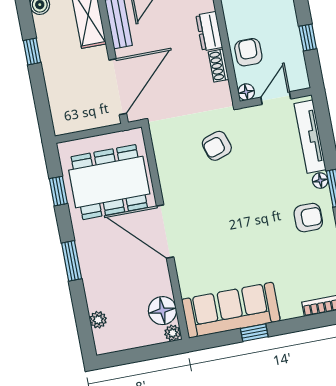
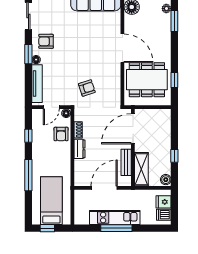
window: (72, 261) -> (174, 21), moved

